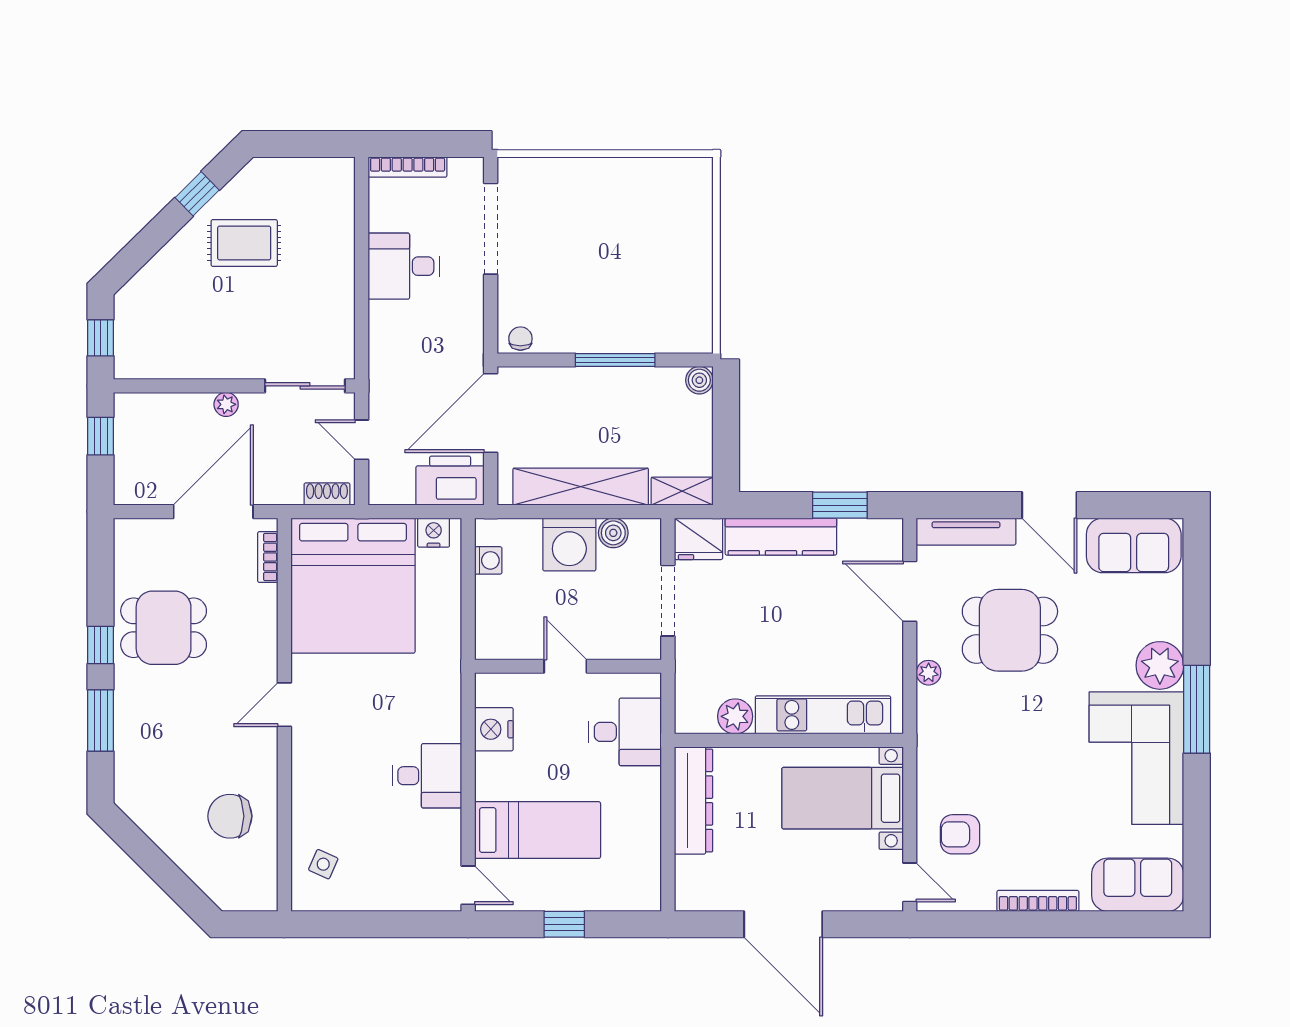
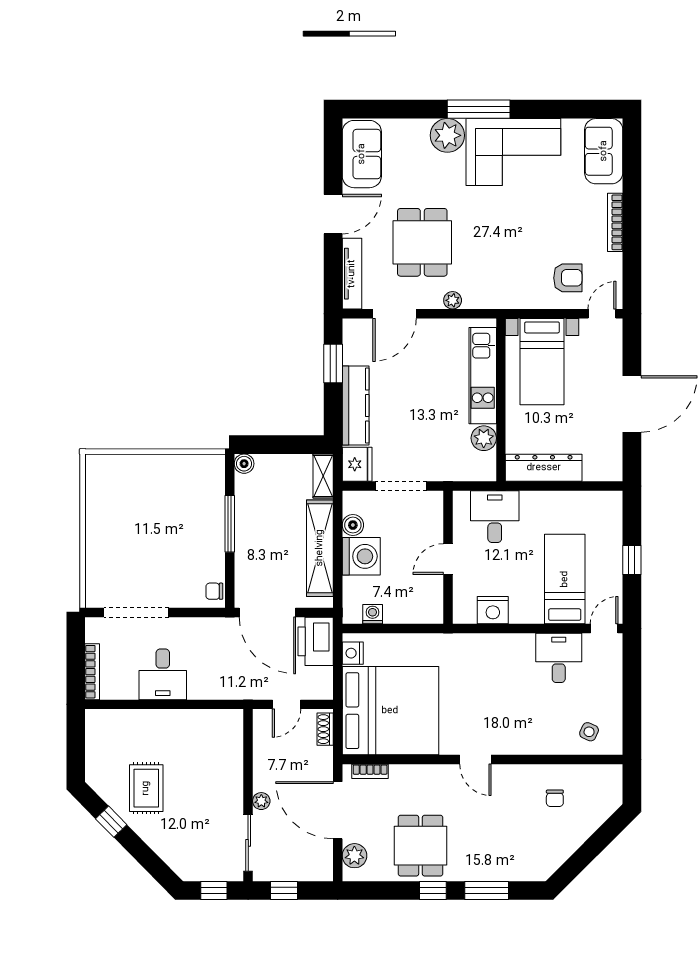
sliding door: (305, 386) -> (248, 843), moved
plant: (149, 535) -> (354, 856), added
desk: (427, 776) -> (559, 658), moved
chair: (230, 816) -> (555, 798), width x0.54, depth x0.54
armchair: (960, 834) -> (568, 278), turned -90

